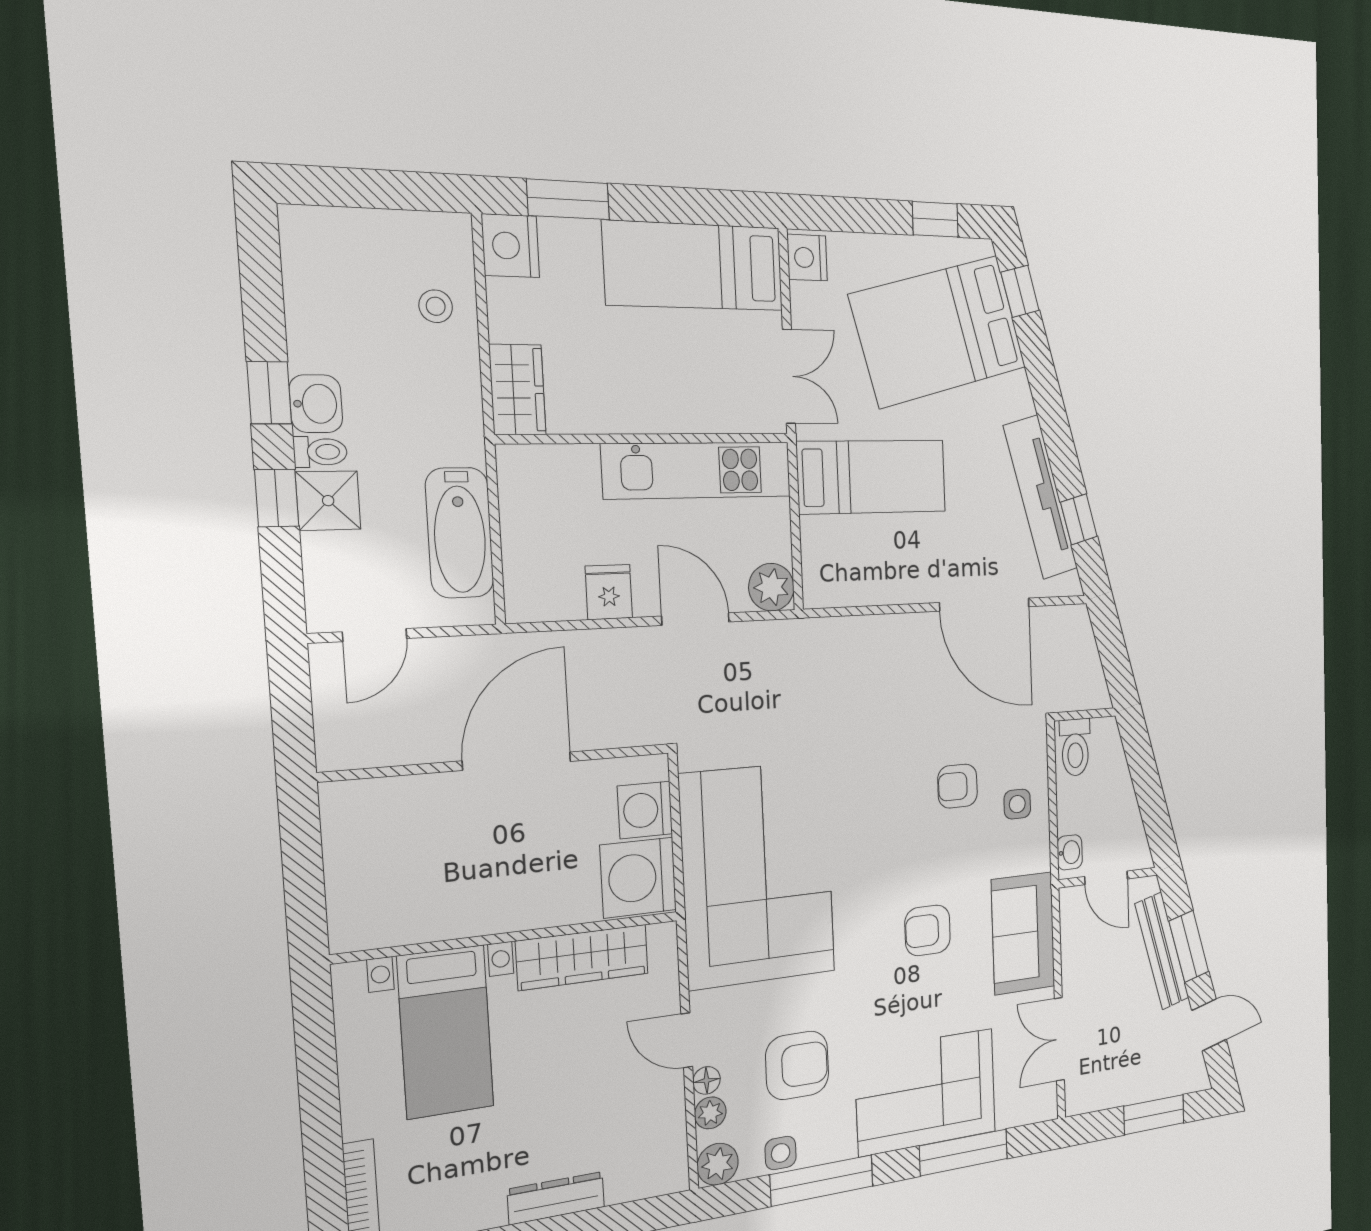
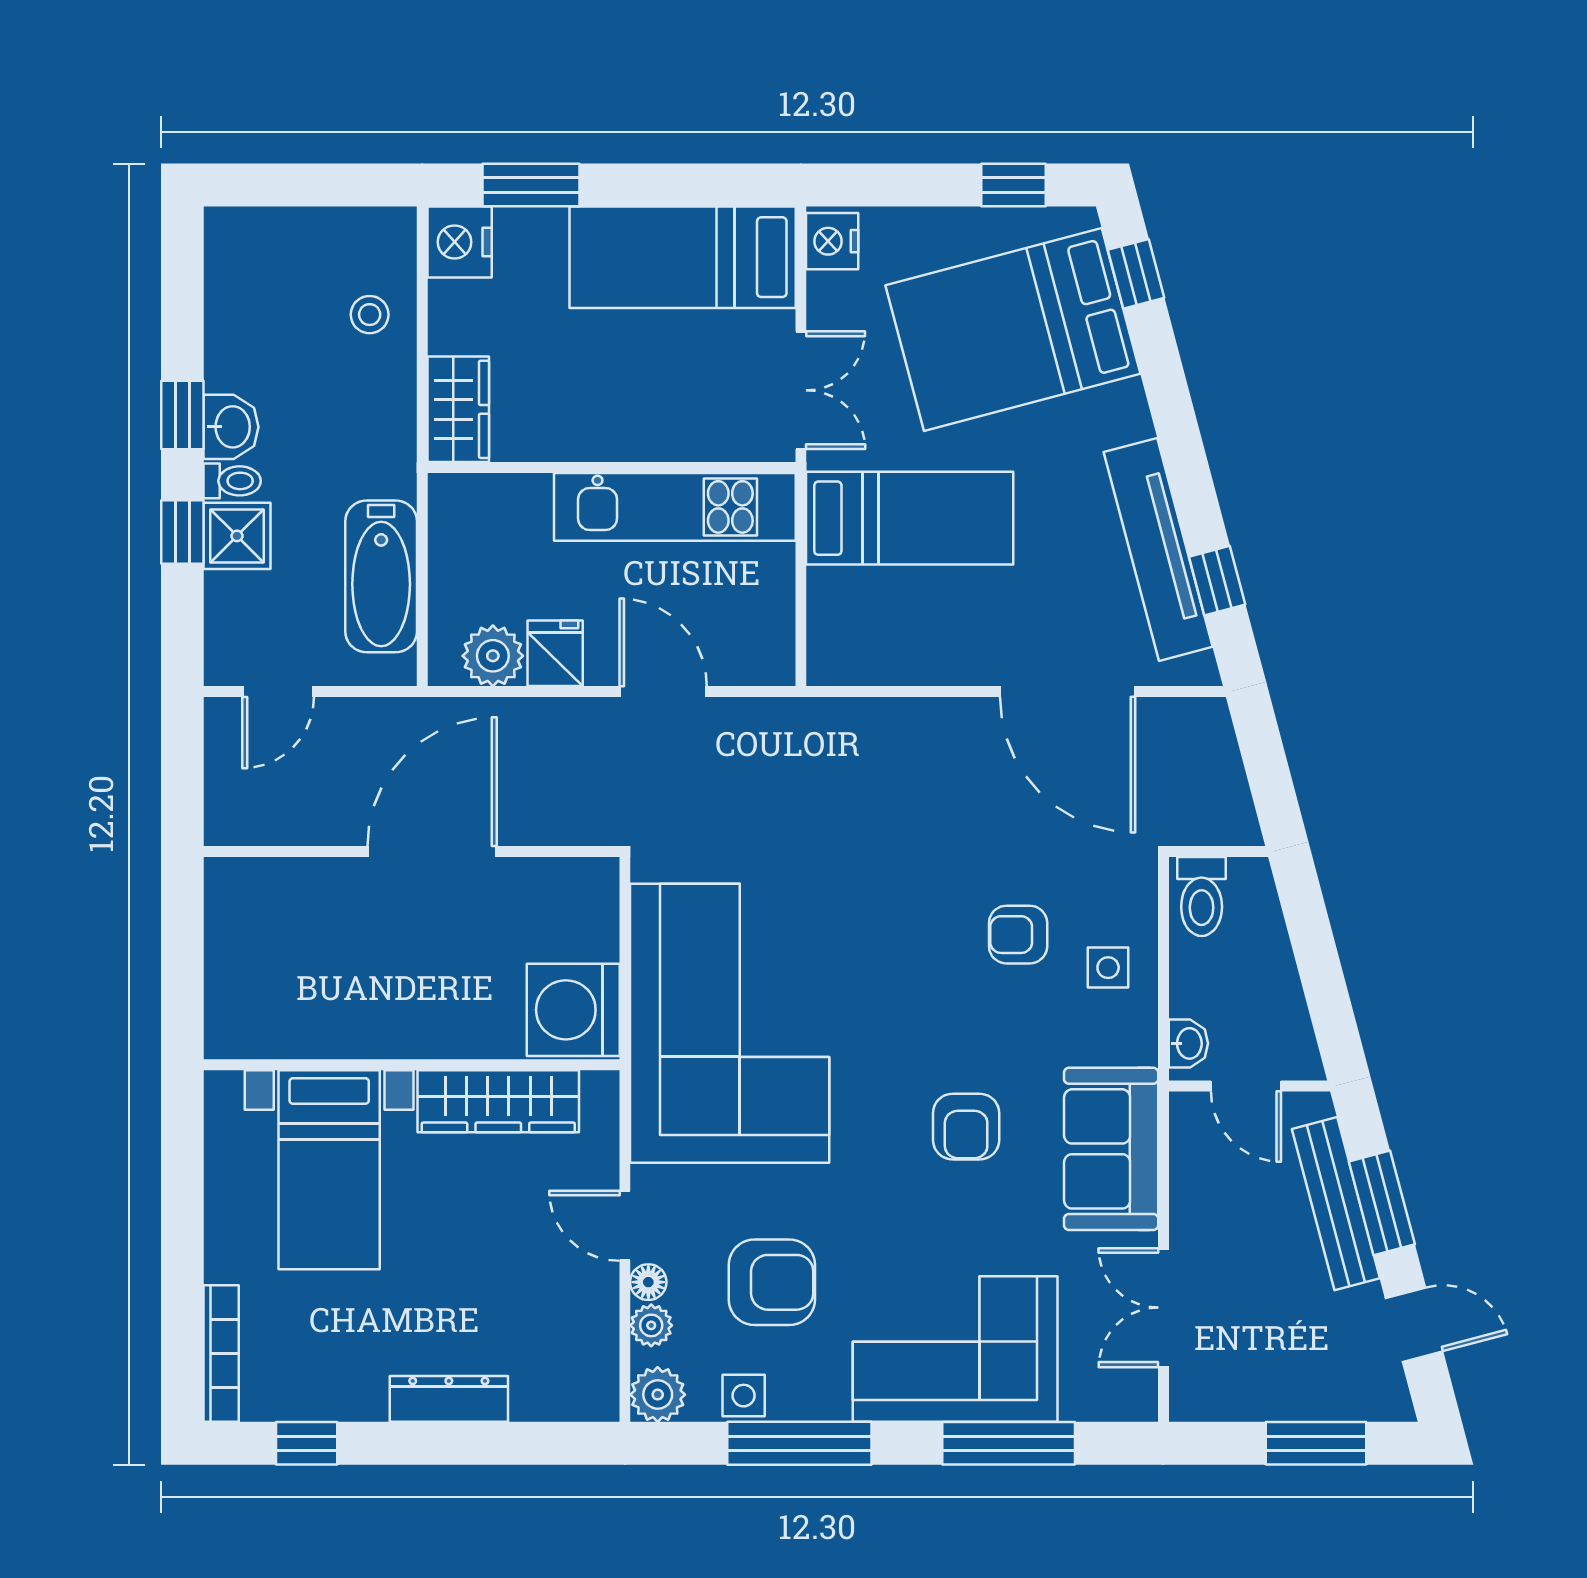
plant: (771, 587) -> (493, 656), moved
washing machine: (645, 810) -> (586, 926), removed
armchair: (928, 930) -> (966, 1127), turned -90

